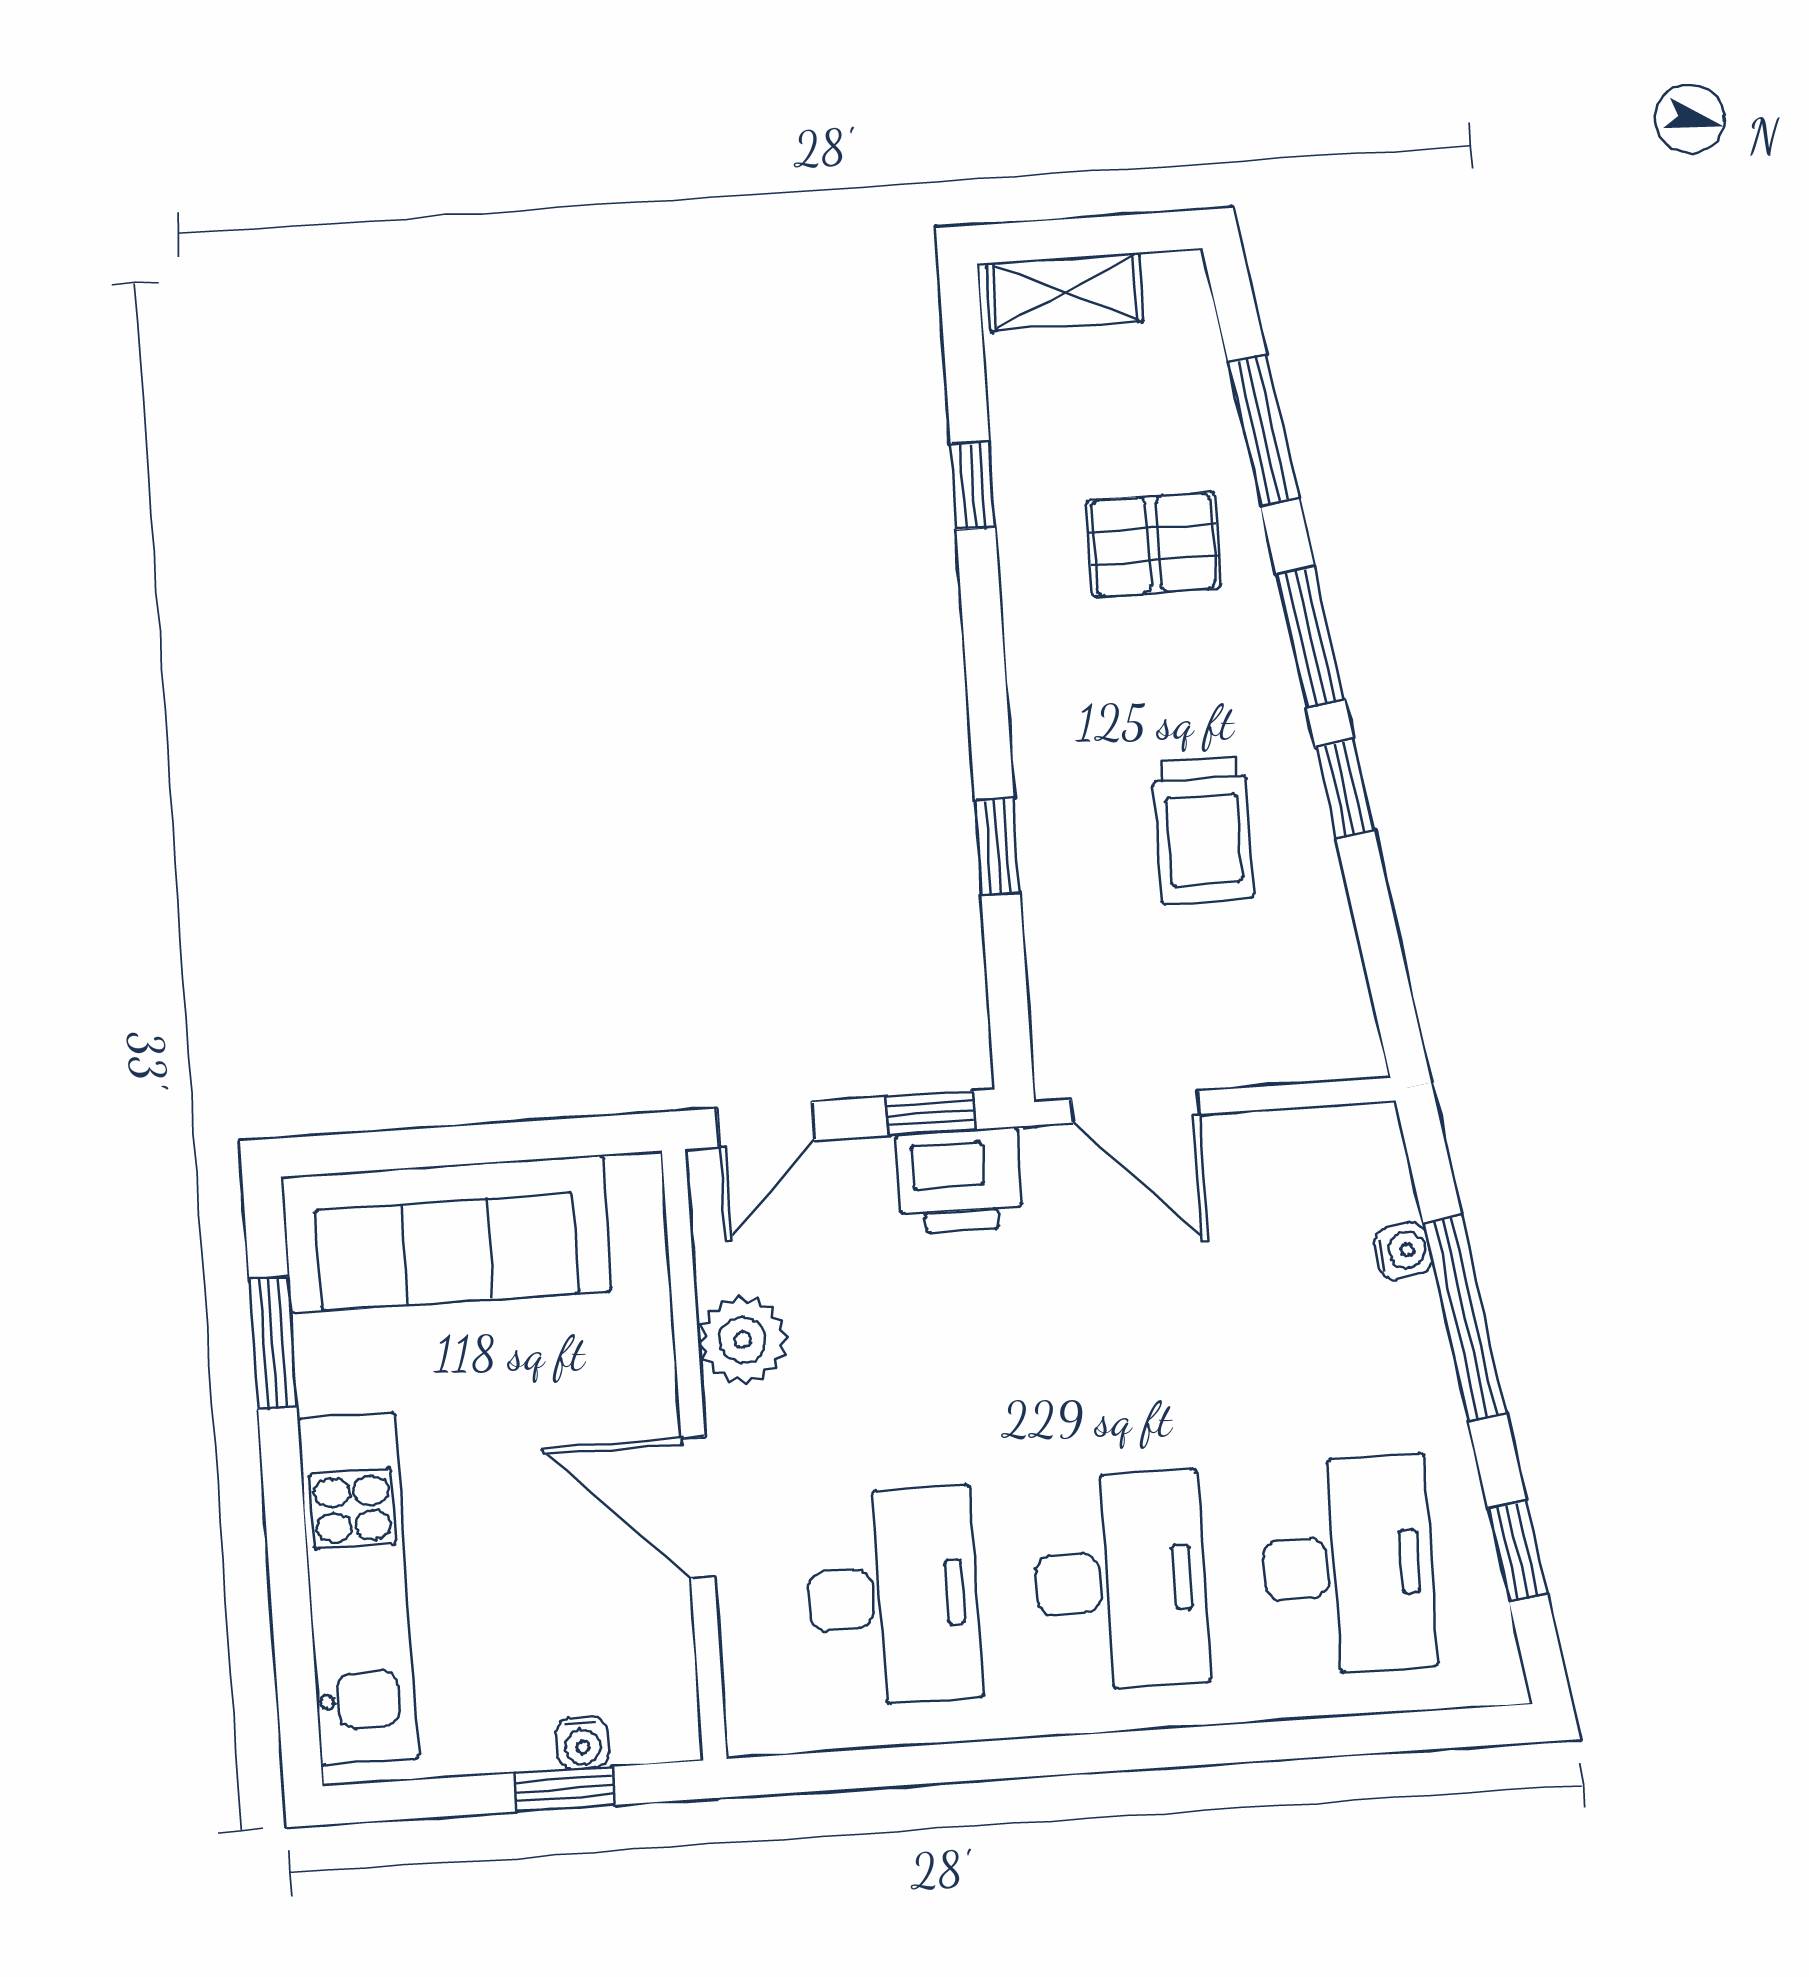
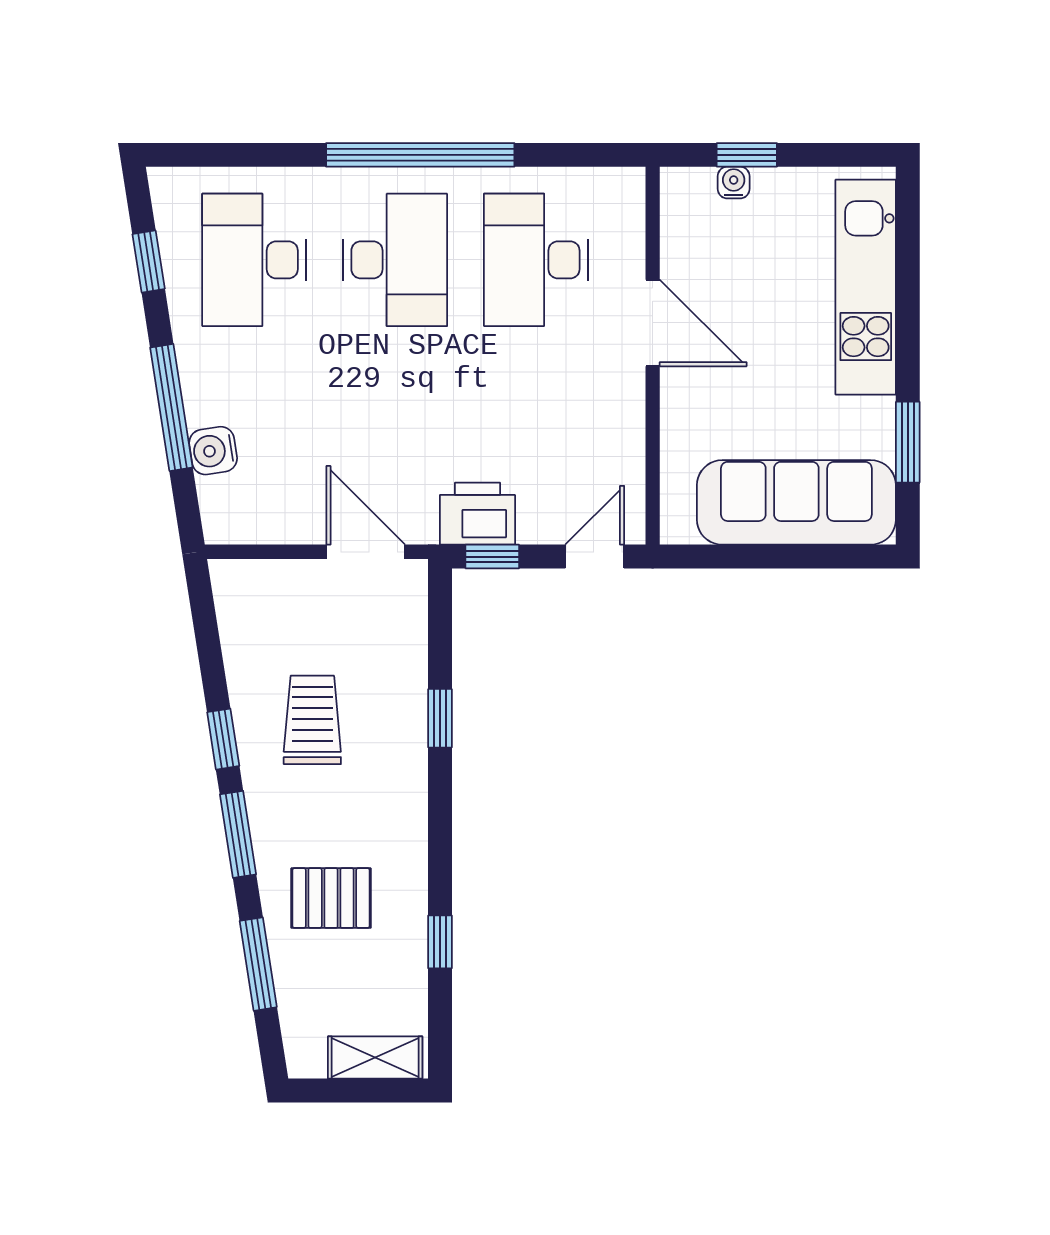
water cooler: (1403, 1251) -> (213, 451), width x1.38, depth x1.38
plant: (743, 1340) -> (618, 425), removed
desk: (1120, 1581) -> (395, 260), turned 180
window: (1091, 1753) -> (420, 155), added

